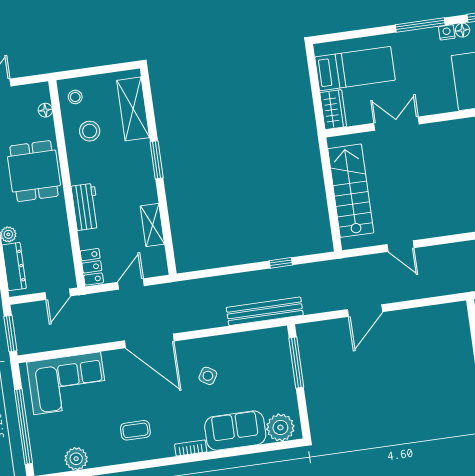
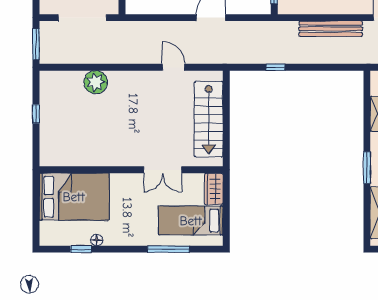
window: (420, 25) -> (168, 249), moved
nightstand: (447, 32) -> (110, 240), removed
bench: (265, 311) -> (331, 29), moved

